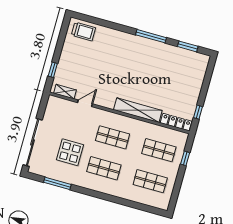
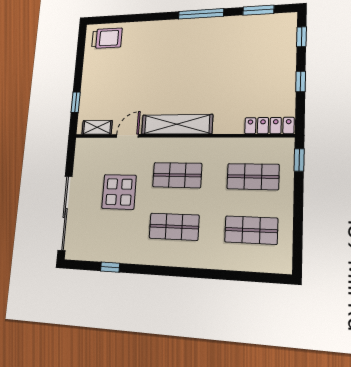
window: (209, 73) -> (302, 37), added
shelving: (138, 110) -> (177, 124), moved
window: (198, 112) -> (301, 81), moved
display table: (70, 152) -> (119, 192), moved
window: (185, 158) -> (299, 160), moved
window: (57, 183) -> (110, 267), width x0.46

